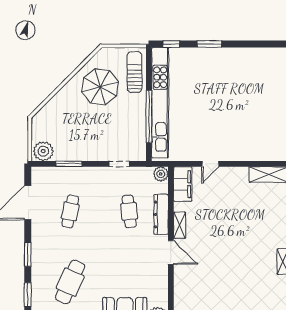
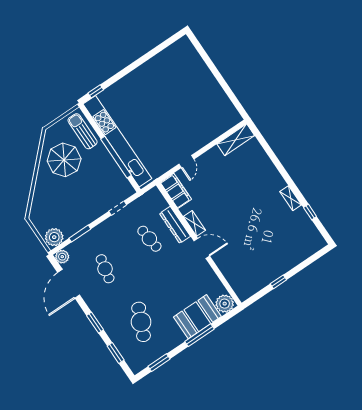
window: (209, 44) -> (125, 72), removed
plant: (161, 174) -> (62, 257), moved

